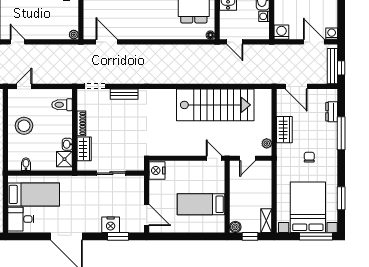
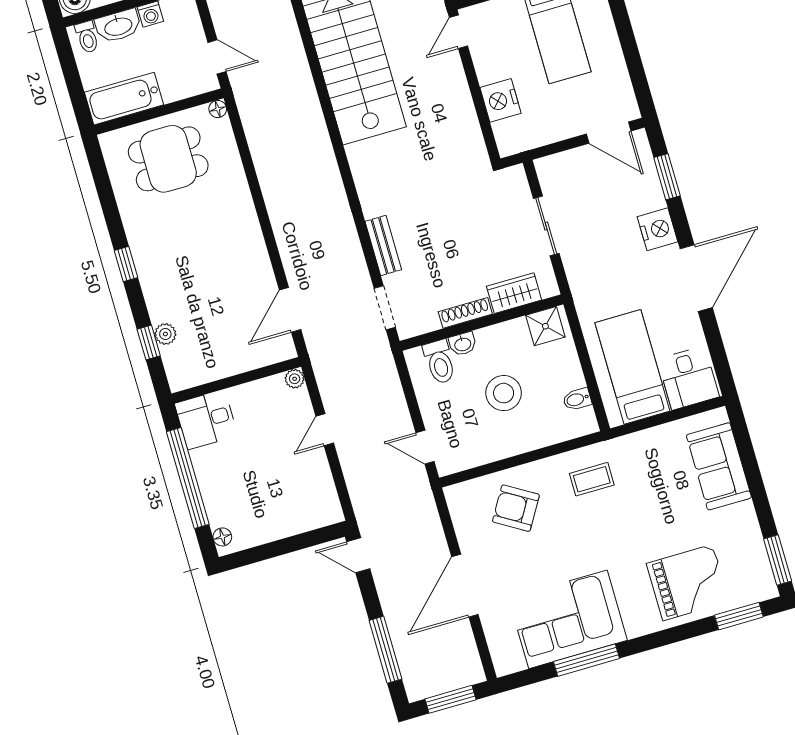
door: (18, 42) -> (325, 430), moved
door: (235, 42) -> (217, 57), hinge flipped
stool: (24, 126) -> (504, 393), moved
washbasin: (67, 144) -> (463, 344), moved
nightstand: (157, 171) -> (501, 100), moved, turned 90
door: (147, 215) -> (609, 133), swing flipped
nightstand: (111, 225) -> (658, 229), moved

